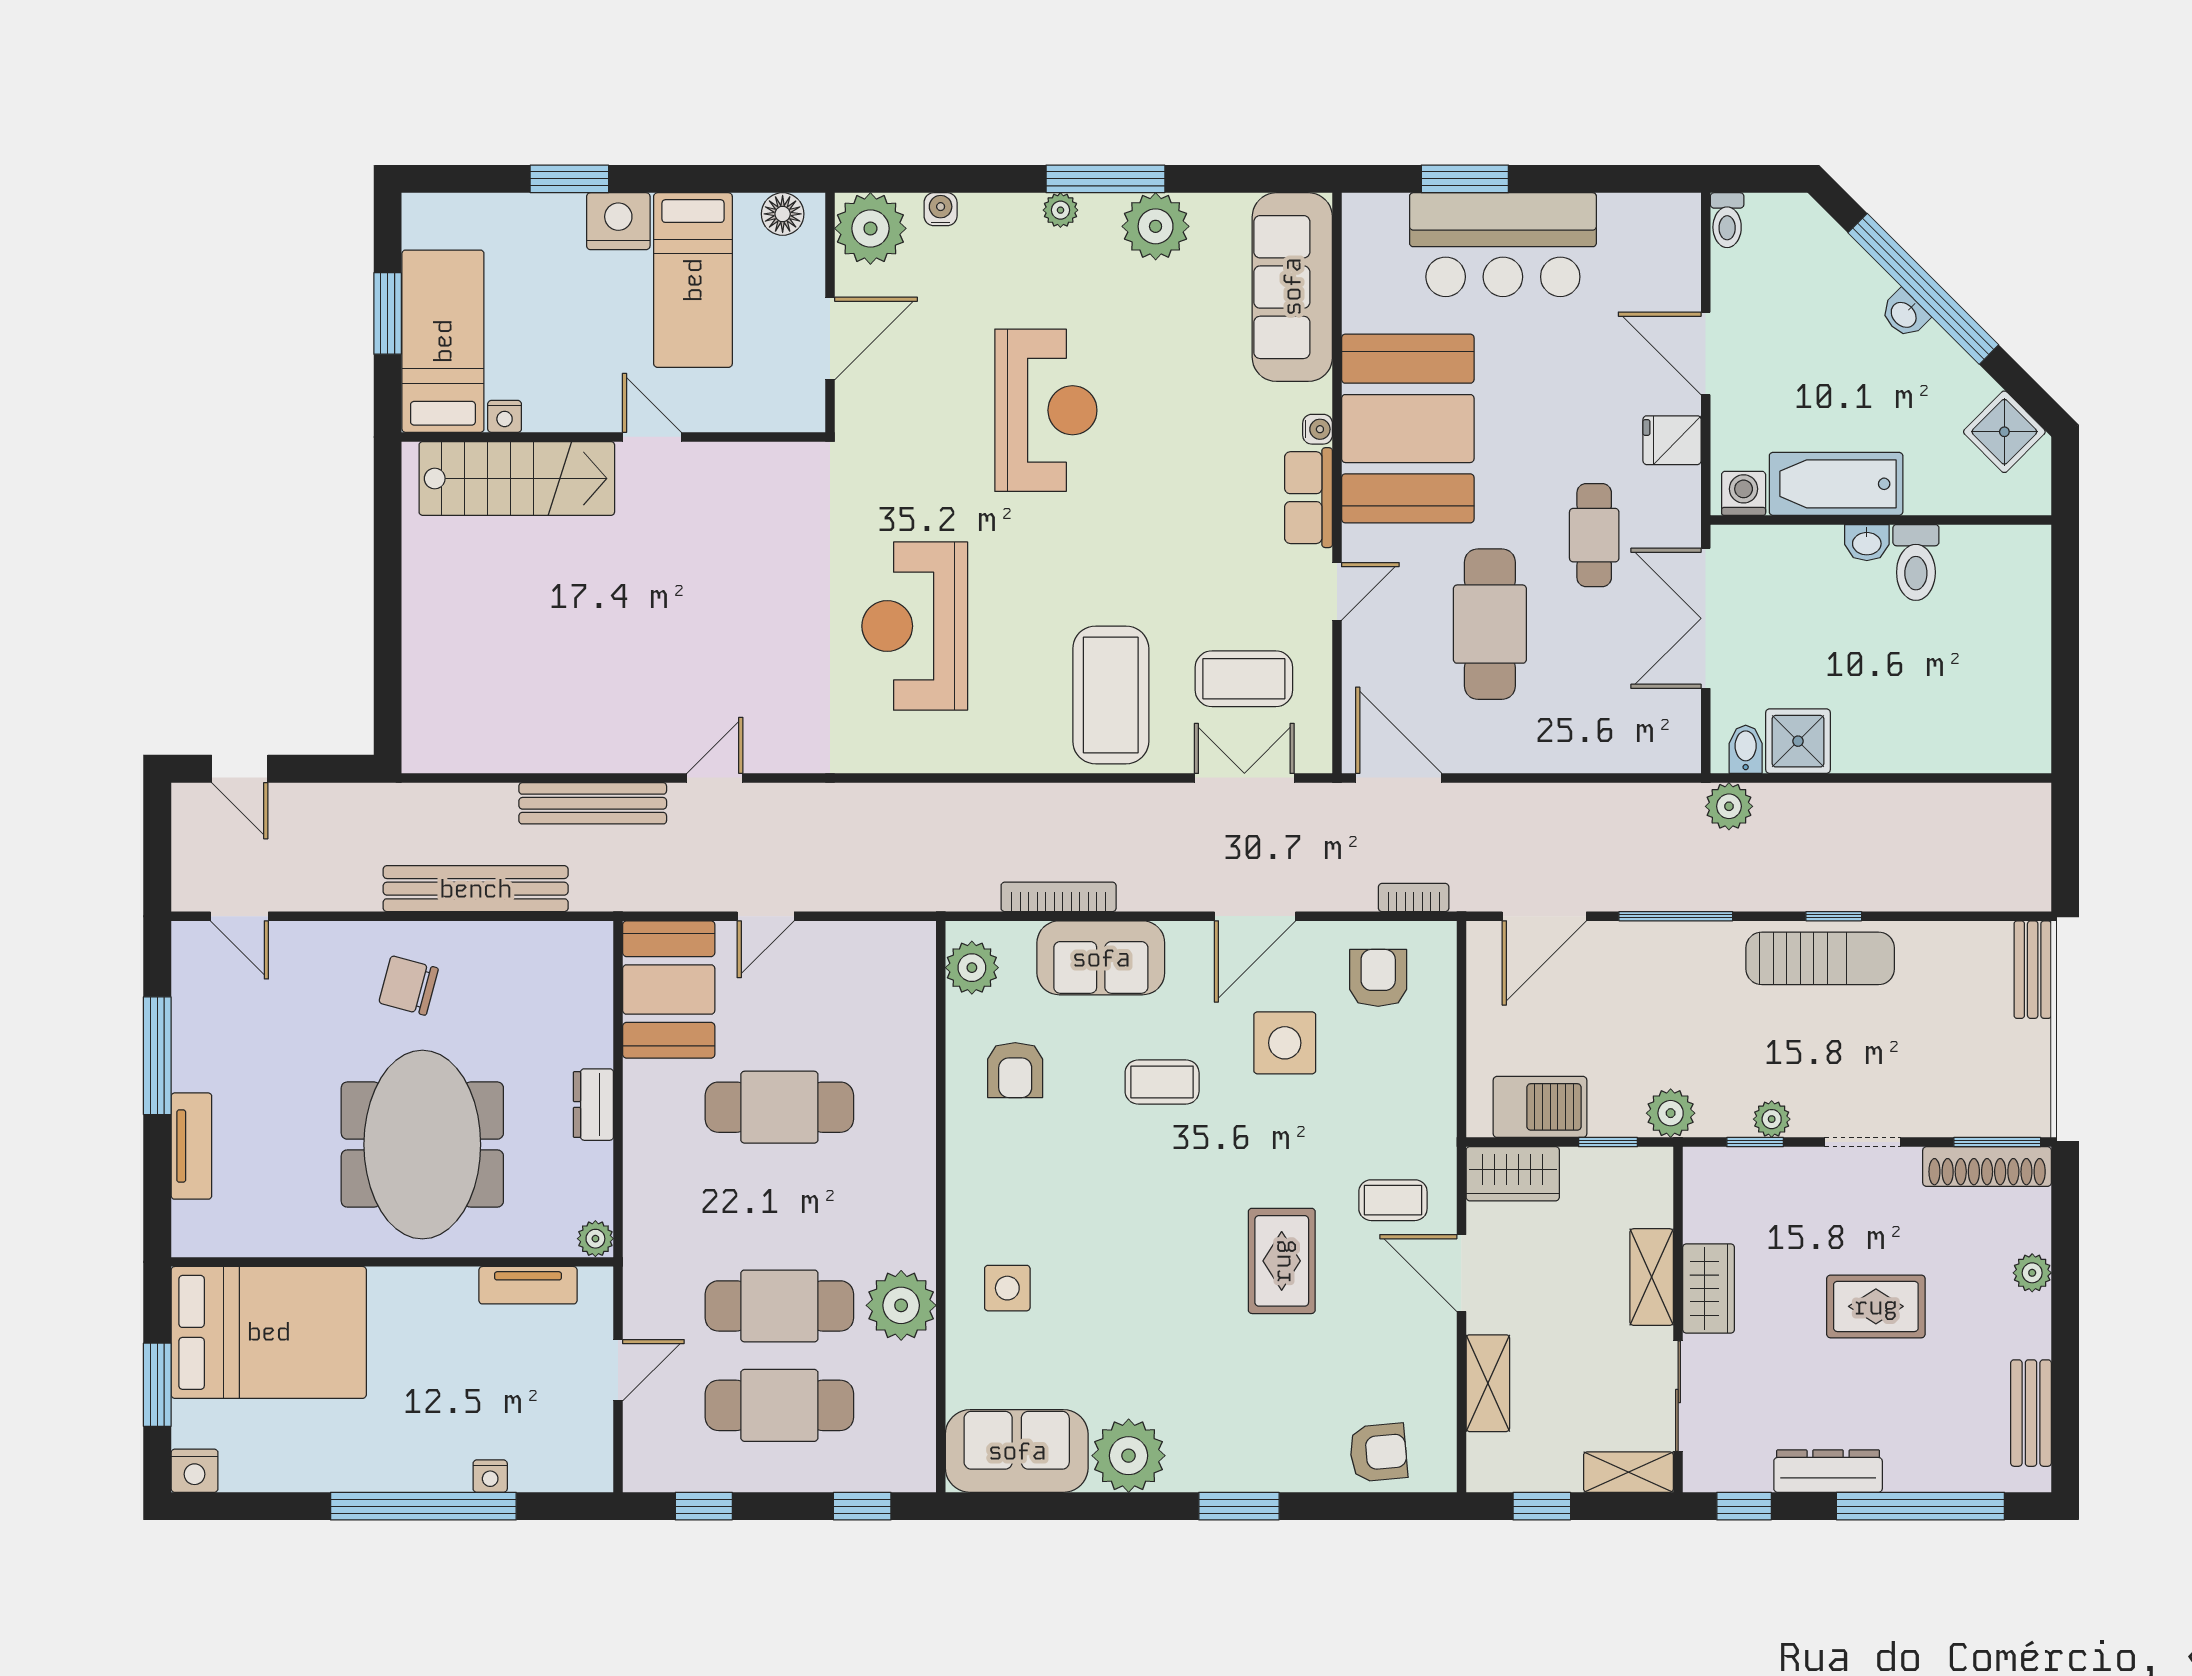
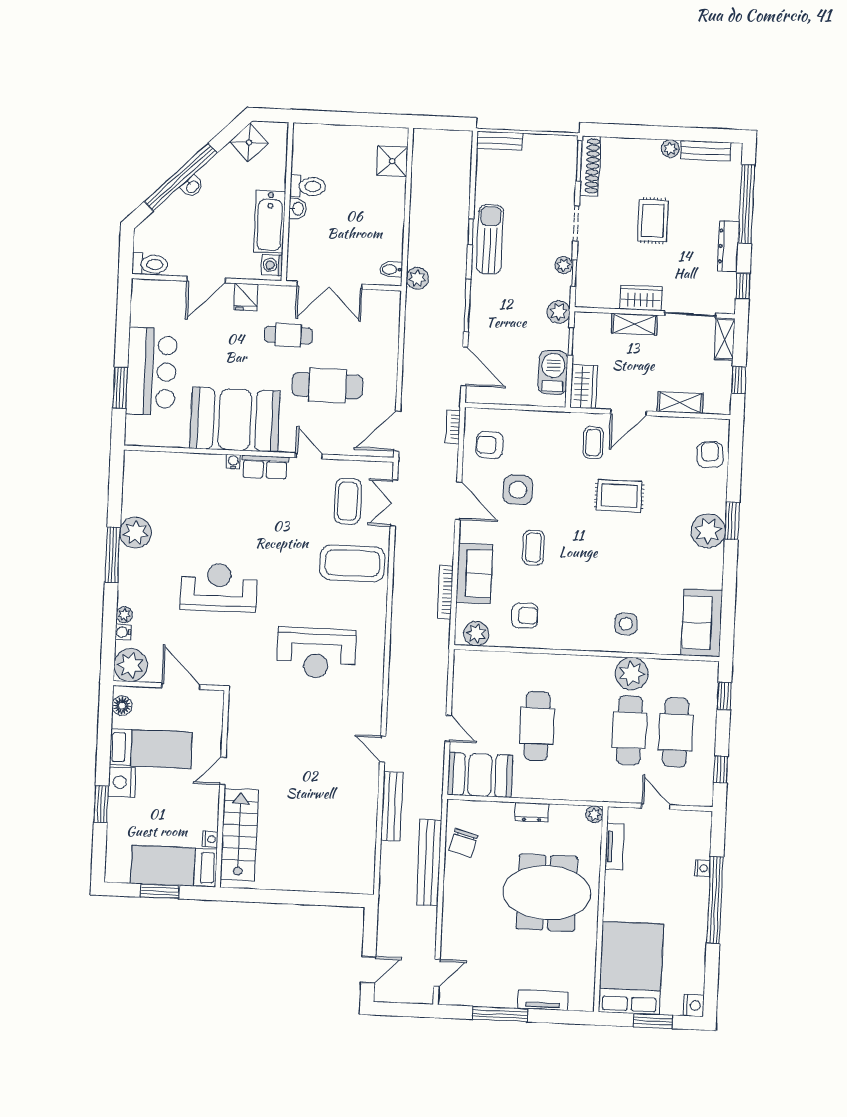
plant: (1060, 210) -> (124, 615), moved
toilet: (1727, 220) -> (150, 264), width x1.37, depth x1.39
sofa: (1292, 287) -> (167, 470), removed
shower: (1798, 741) -> (392, 161), moved
chair: (409, 986) -> (463, 843), moved
plant: (2032, 1273) -> (670, 149), moved
plant: (1129, 1456) -> (708, 531), moved

